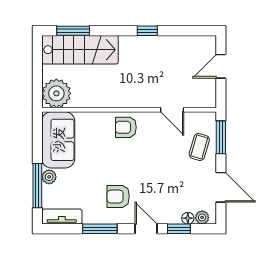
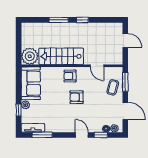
window: (73, 31) -> (59, 20), moved
stairs: (80, 50) -> (61, 56), moved, turned 180
door: (221, 66) -> (125, 41), swing flipped
window: (37, 186) -> (19, 110), width x0.46
armchair: (118, 196) -> (76, 97), moved
window: (100, 229) -> (42, 135), moved

